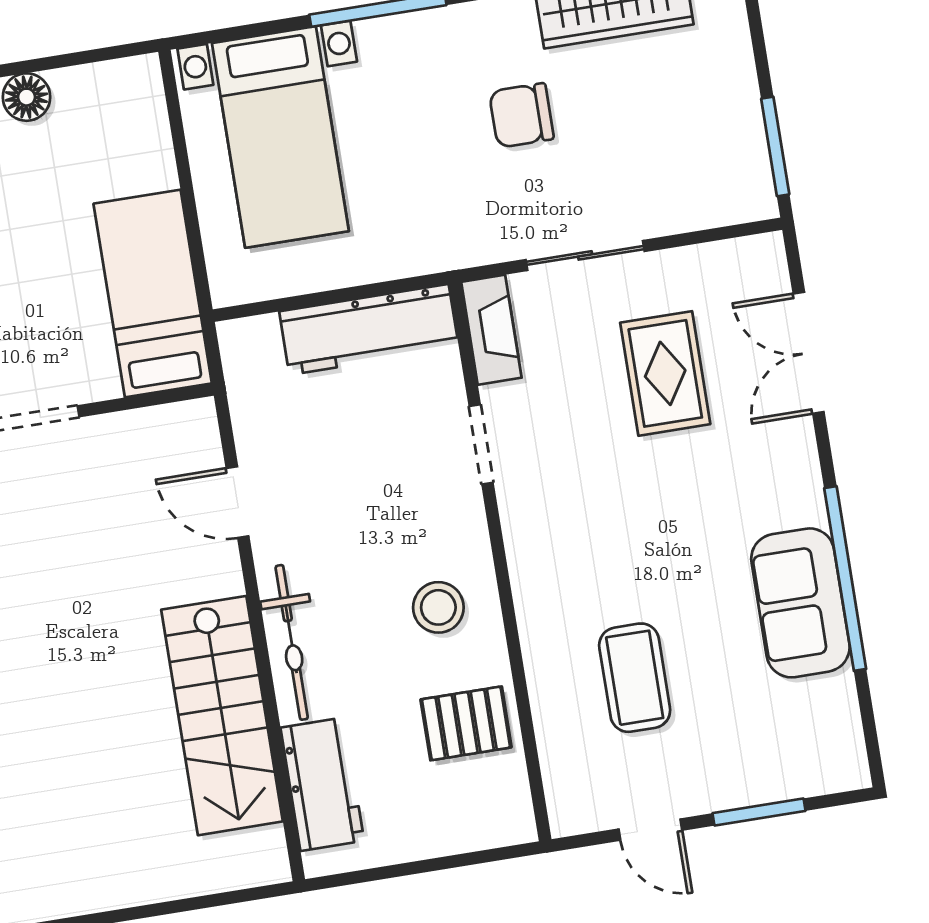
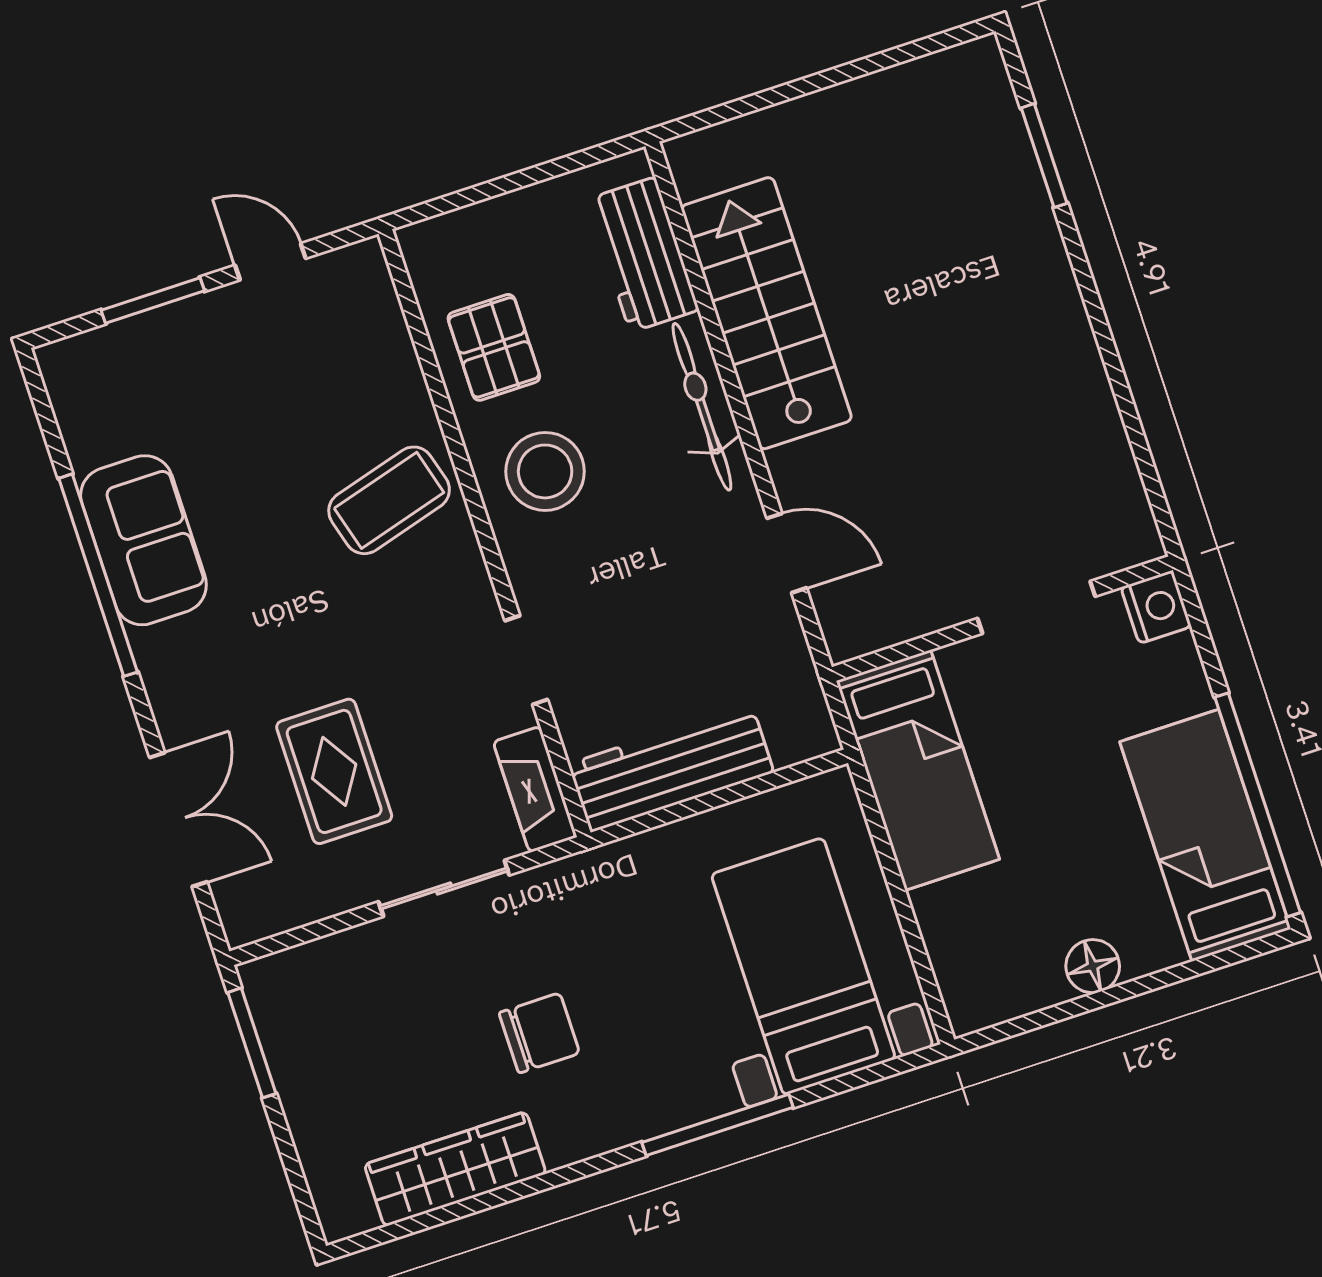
stool: (438, 607) -> (545, 471), width x1.38, depth x1.38
coffee table: (635, 678) -> (389, 500), moved, turned 74
pallet: (466, 723) -> (494, 347), turned 90

